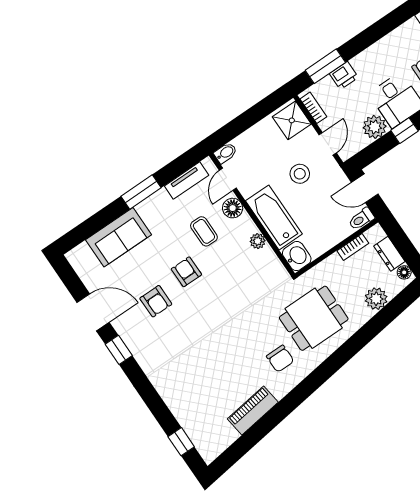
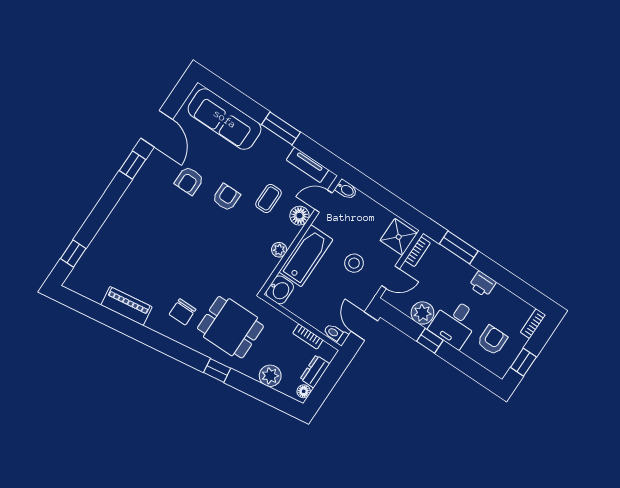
printer: (344, 76) -> (482, 284), moved
sofa: (119, 237) -> (225, 119), width x1.36
window: (350, 348) -> (217, 370), added

